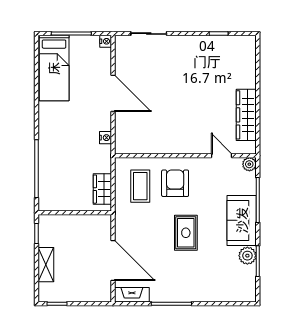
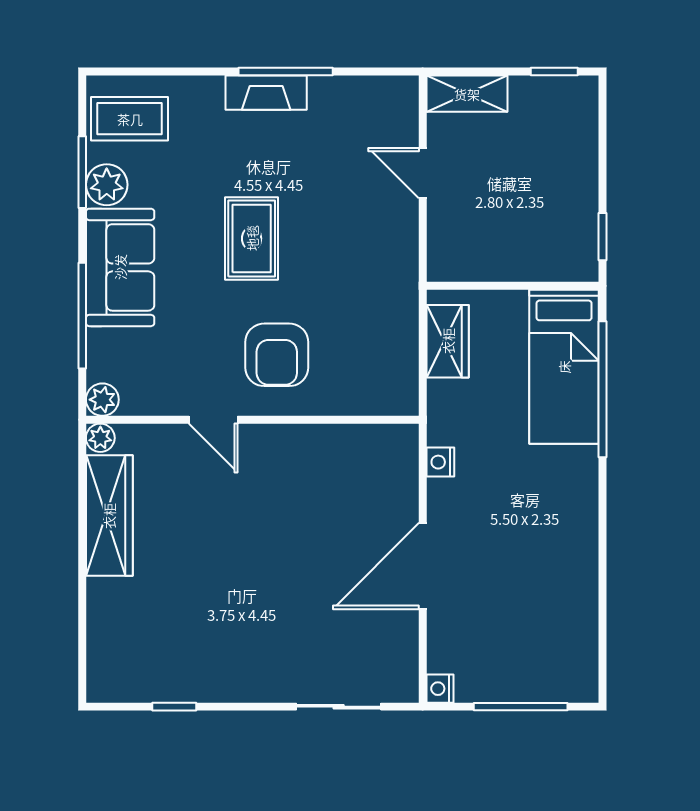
bed: (54, 68) -> (564, 367), moved, turned 180
door: (113, 93) -> (423, 566), hinge flipped
plant: (250, 148) -> (100, 438), added
door: (222, 156) -> (213, 420), moved
coffee table: (140, 186) -> (130, 119), moved, turned 90
door: (113, 261) -> (423, 173), width x0.53
shelving: (46, 265) -> (467, 94), moved, turned 90
fireplace: (132, 295) -> (266, 93), moved

